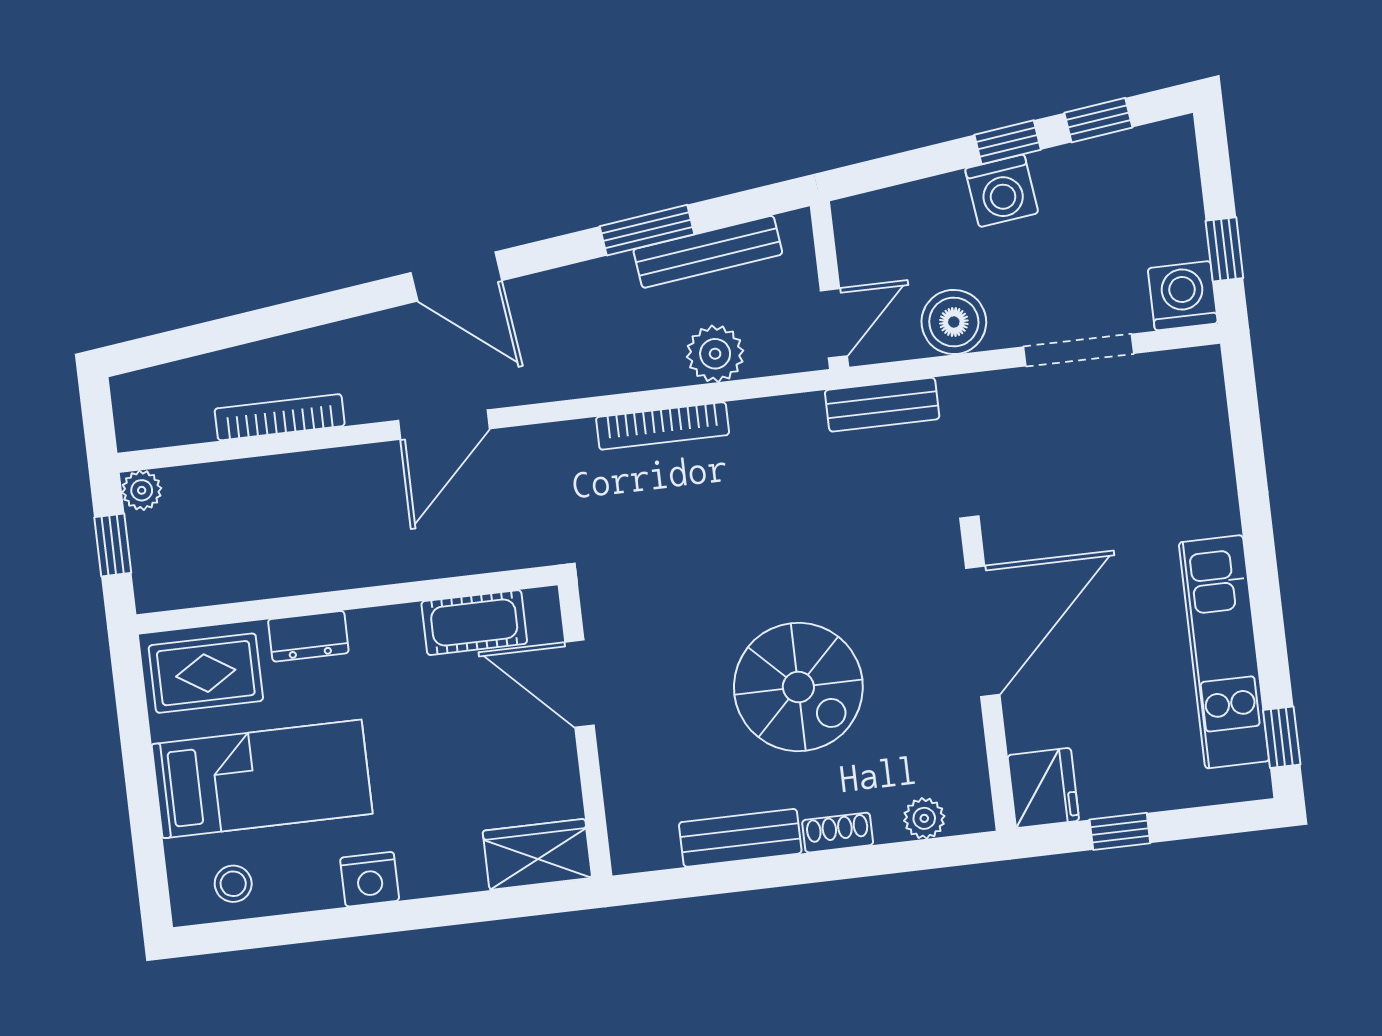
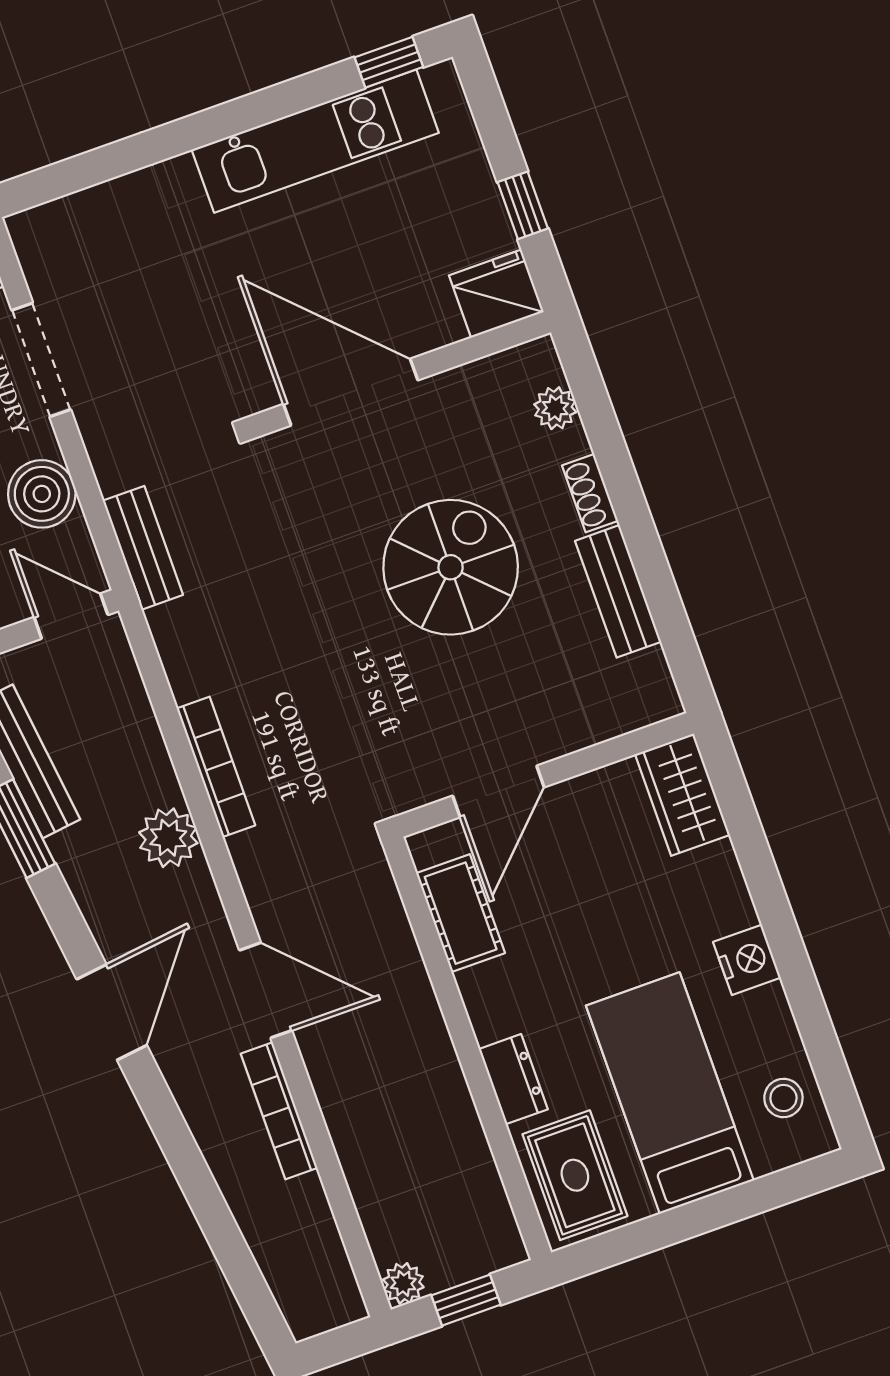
plant: (715, 354) -> (168, 838), moved
bookcase: (280, 417) -> (279, 1111), moved

